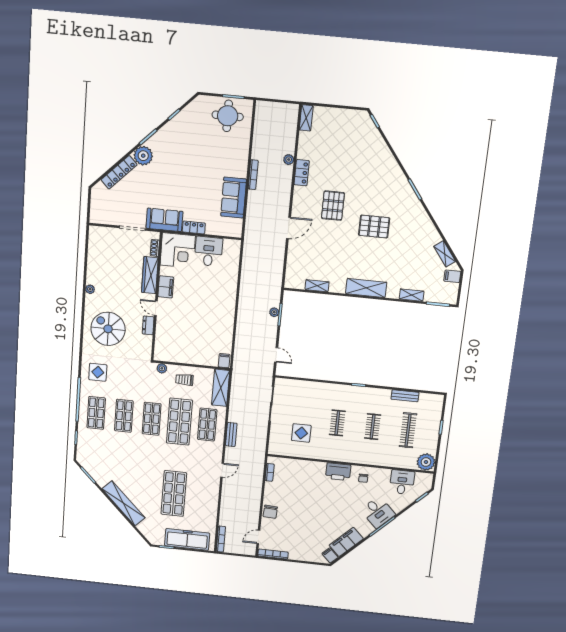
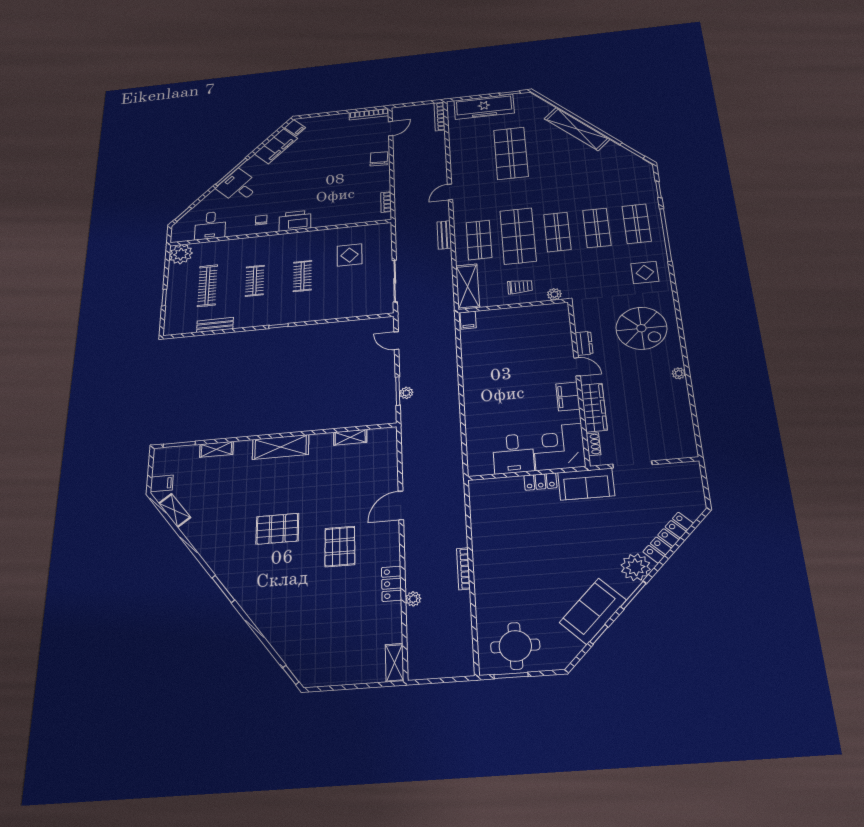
sofa: (234, 198) -> (593, 611), moved, turned -135

